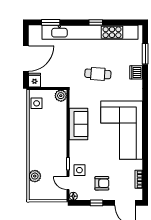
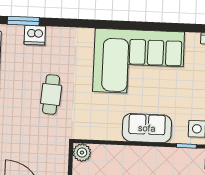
dishwasher: (136, 72) -> (35, 35), moved
sofa: (79, 124) -> (147, 128), moved

